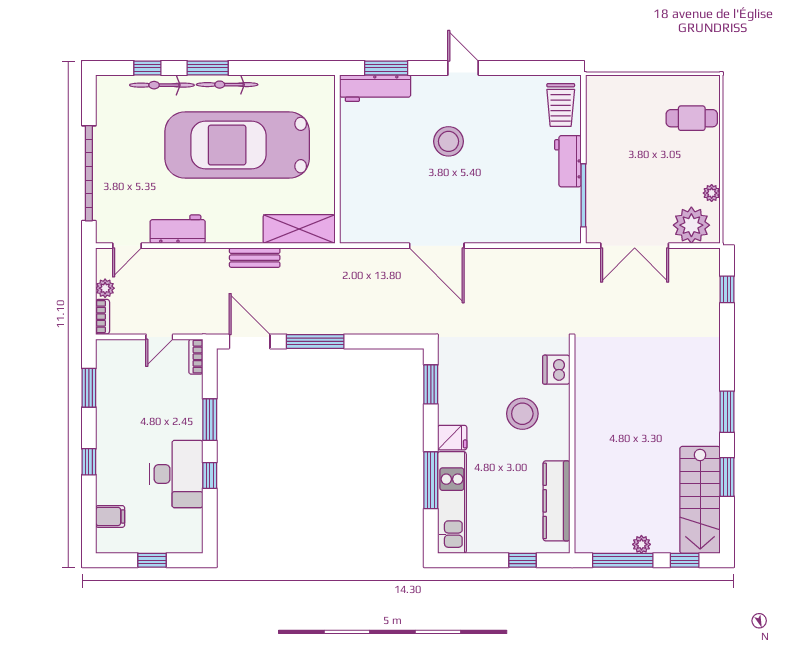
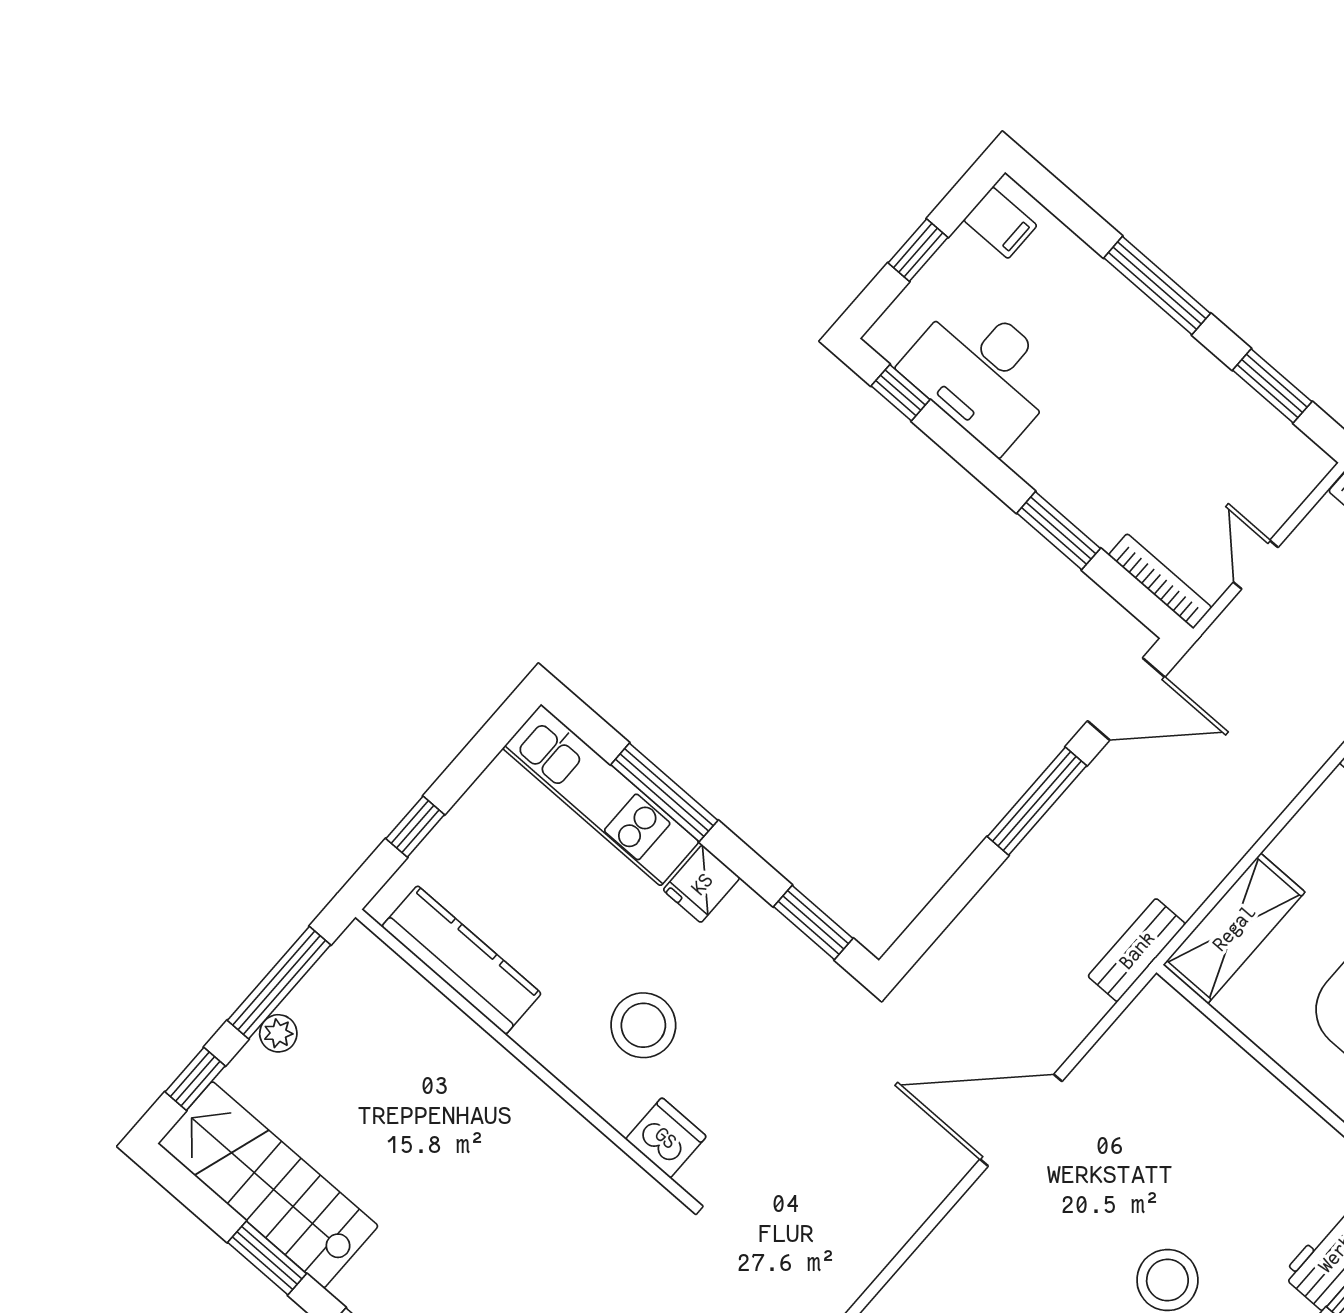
bench: (255, 258) -> (1137, 950), moved
bookcase: (196, 357) -> (1160, 581), width x1.56
window: (89, 462) -> (1157, 286), width x2.17
desk: (176, 474) -> (982, 373), moved
window: (210, 475) -> (901, 393), moved
filing cabinet: (110, 516) -> (1000, 223), moved, turned -90

